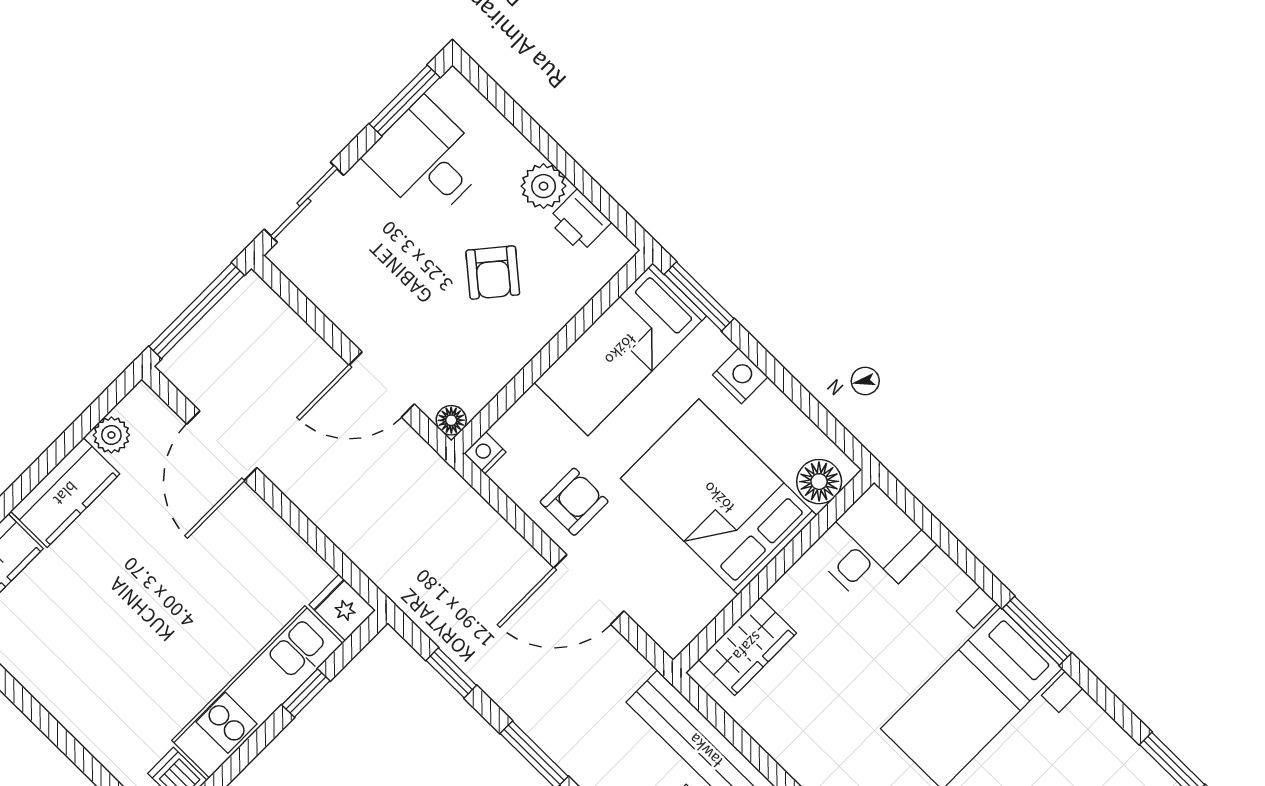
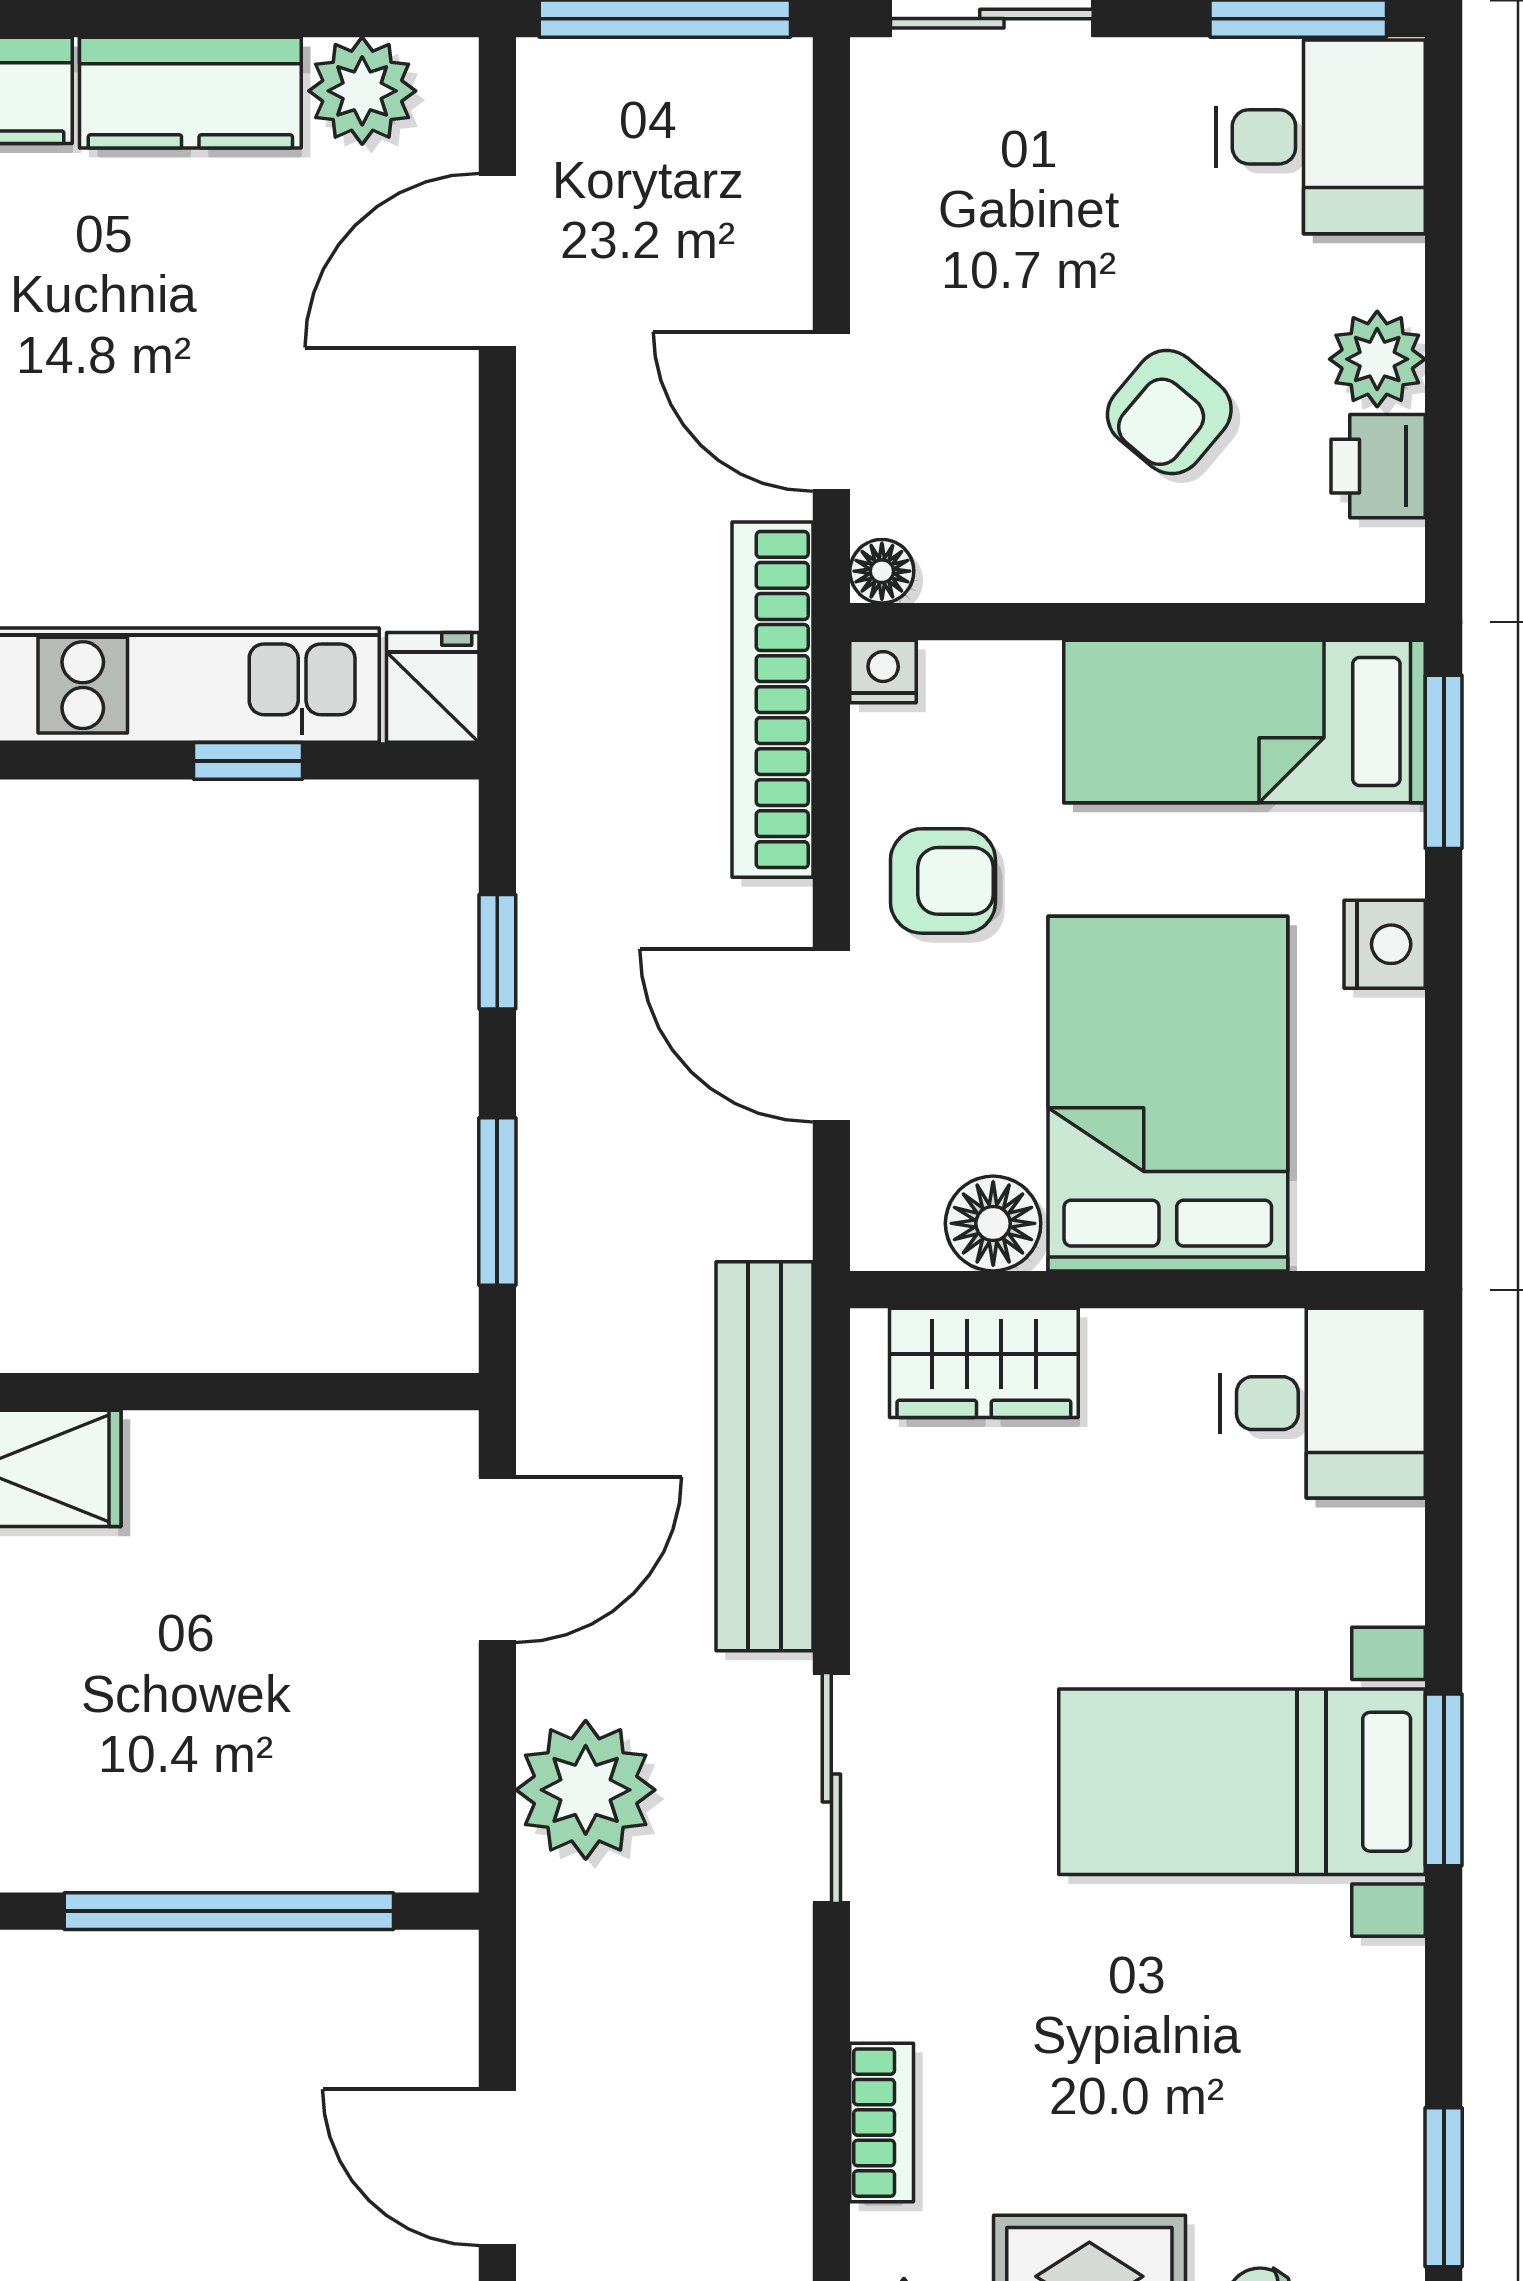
desk: (427, 160) -> (1320, 137), moved, turned 90
plant: (111, 435) -> (362, 91), width x1.38, depth x1.38
floor lamp: (819, 482) -> (993, 1223), moved
bookcase: (458, 499) -> (773, 700), added

